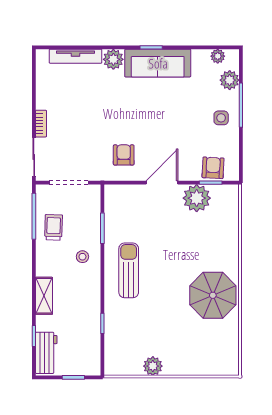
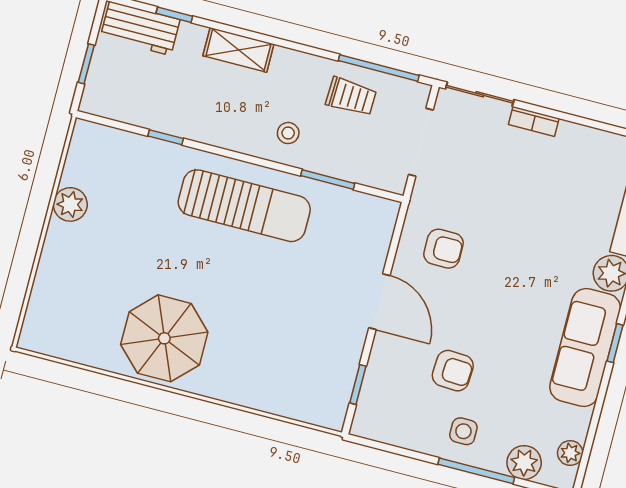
armchair: (213, 168) -> (453, 371), moved
plant: (197, 198) -> (337, 354), removed
sun lounger: (129, 270) -> (244, 206), width x1.36, depth x1.34

